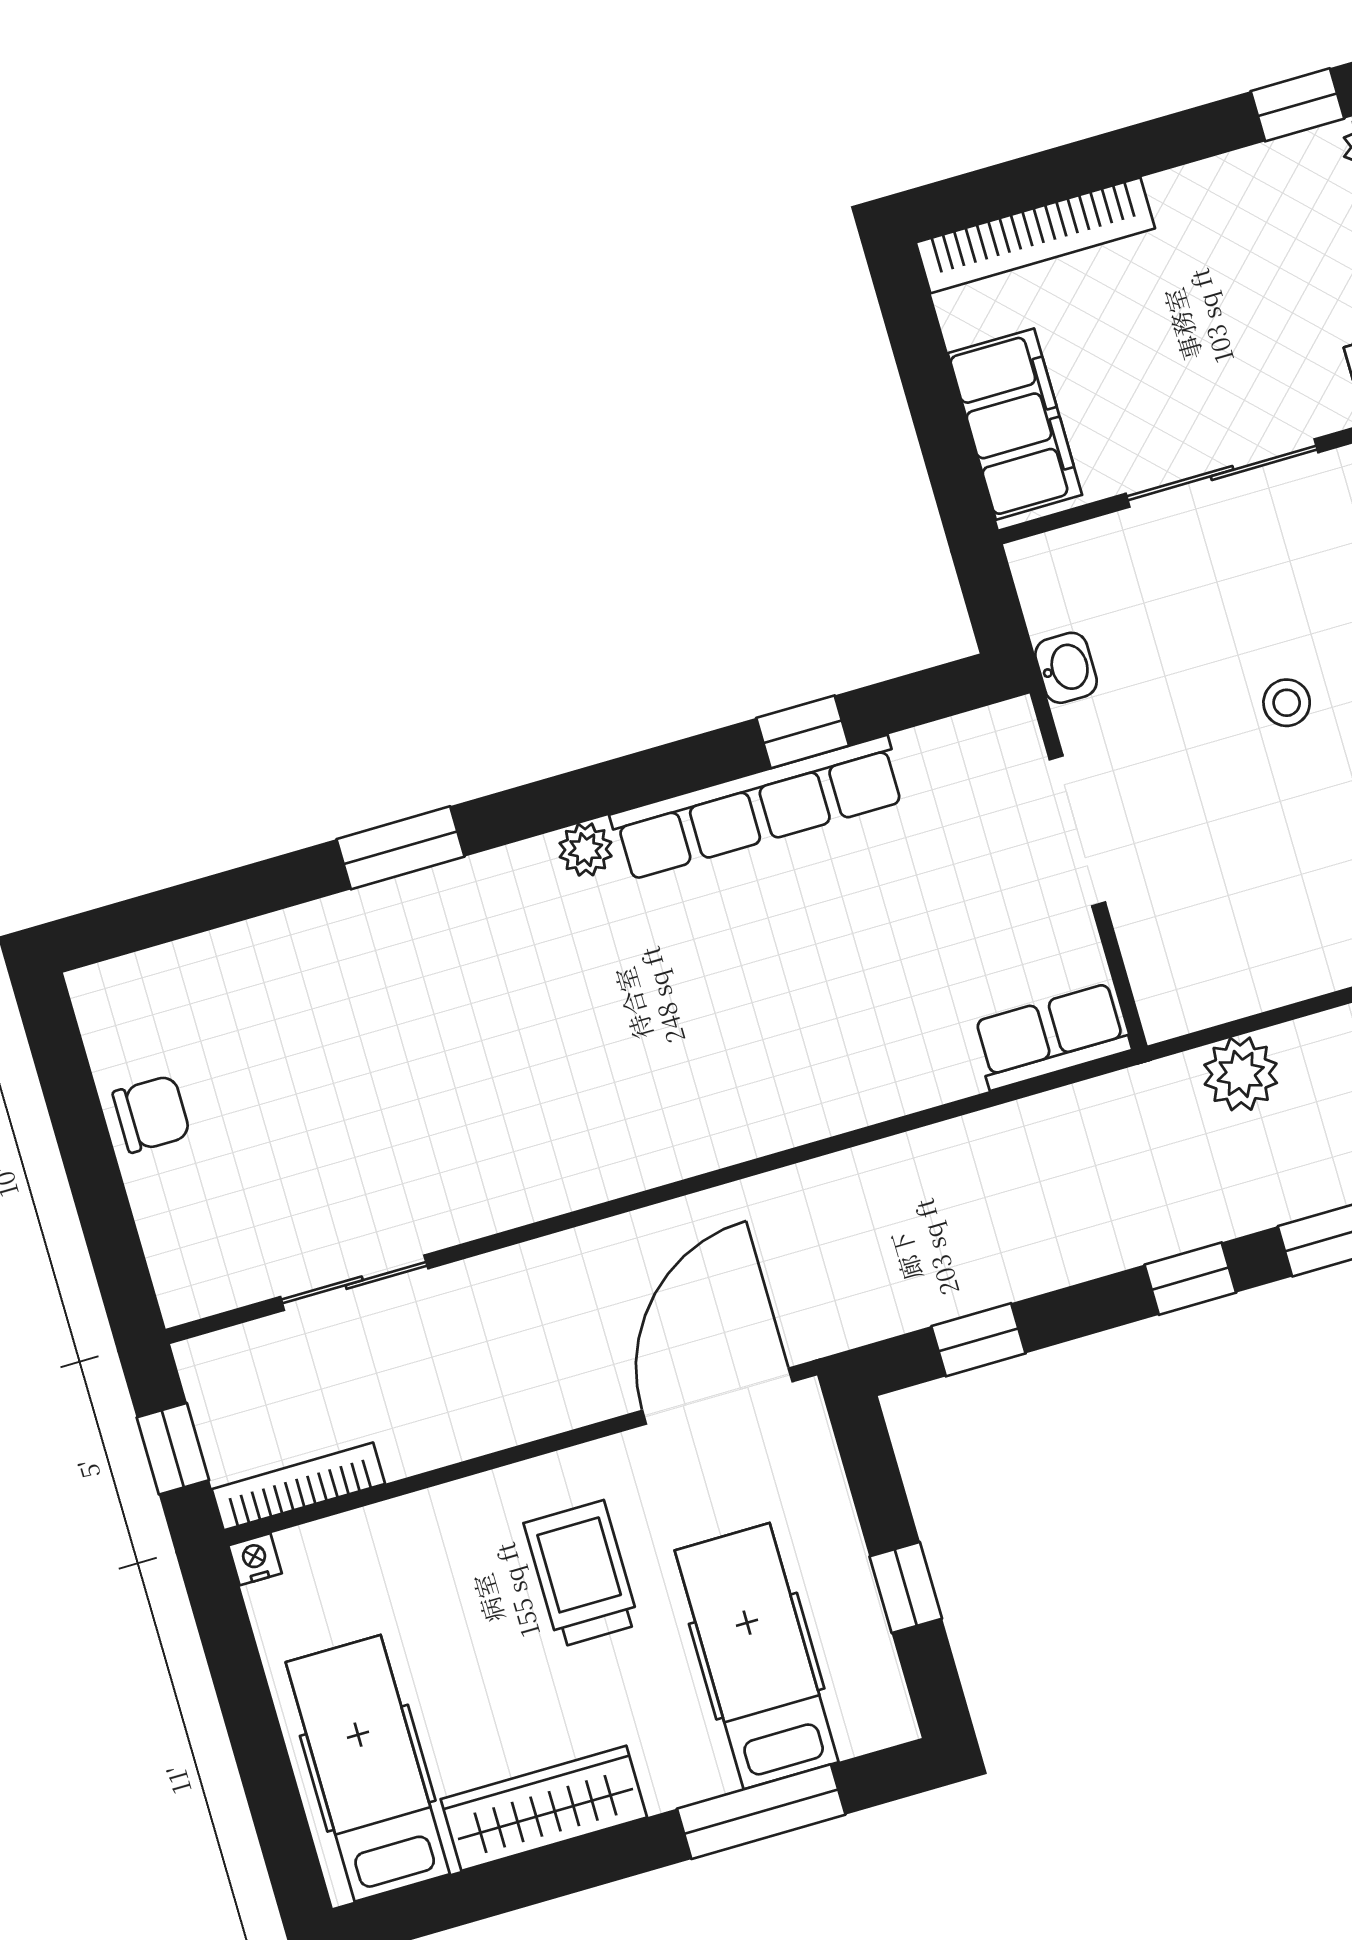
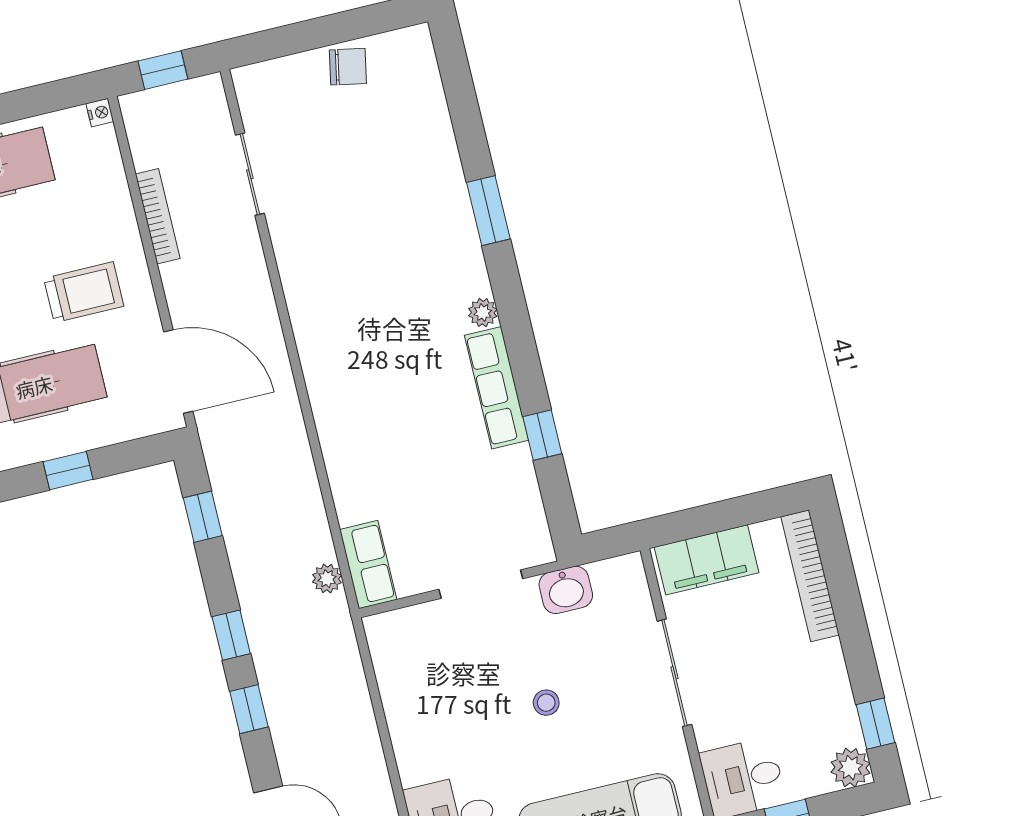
washbasin: (1066, 668) -> (566, 590), width x1.38, depth x1.45
row of seats: (758, 808) -> (497, 388), width x0.73
plant: (1241, 1074) -> (327, 579), moved, width x0.73, depth x0.73
chair: (152, 1114) -> (348, 67), turned -79
bookcase: (298, 1486) -> (158, 216), moved

